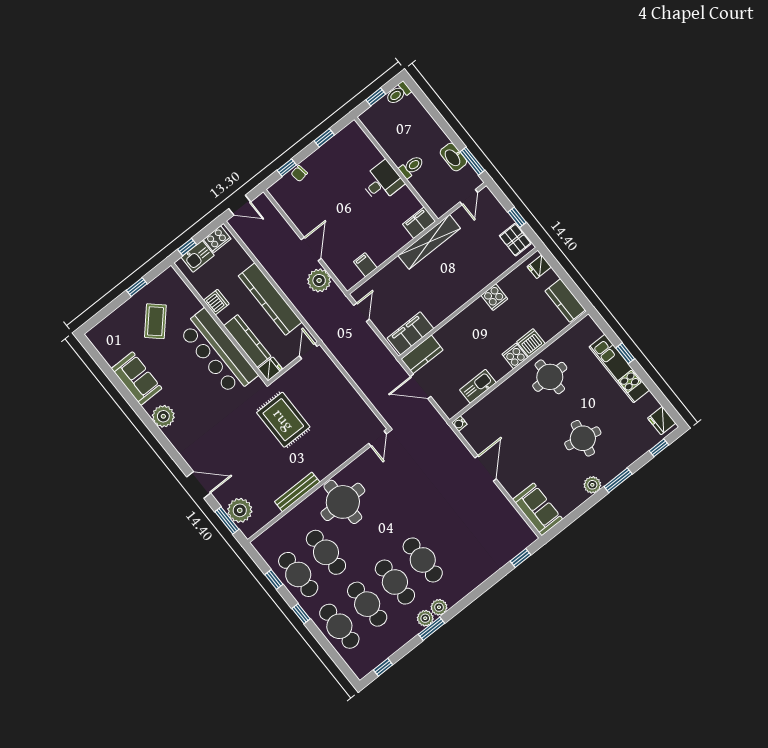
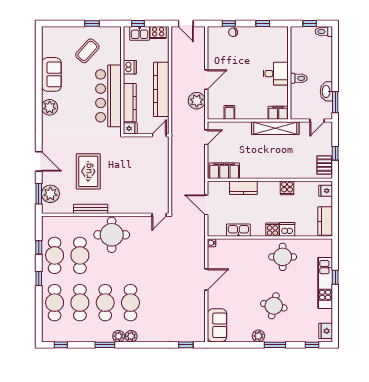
kitchen counter: (422, 355) -> (243, 188), moved
rug: (283, 420) -> (88, 171), moved
plant: (425, 618) -> (131, 336), moved

